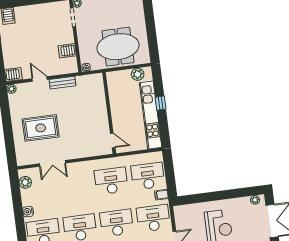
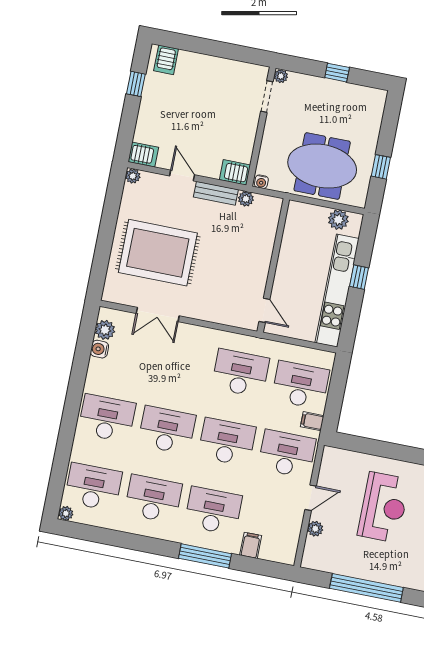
window: (152, 36) -> (381, 167), added
server rack: (67, 51) -> (235, 172), moved
plant: (81, 80) -> (246, 199), added
rug: (41, 128) -> (158, 253), width x1.37, depth x1.44
water cooler: (28, 212) -> (99, 349), moved

